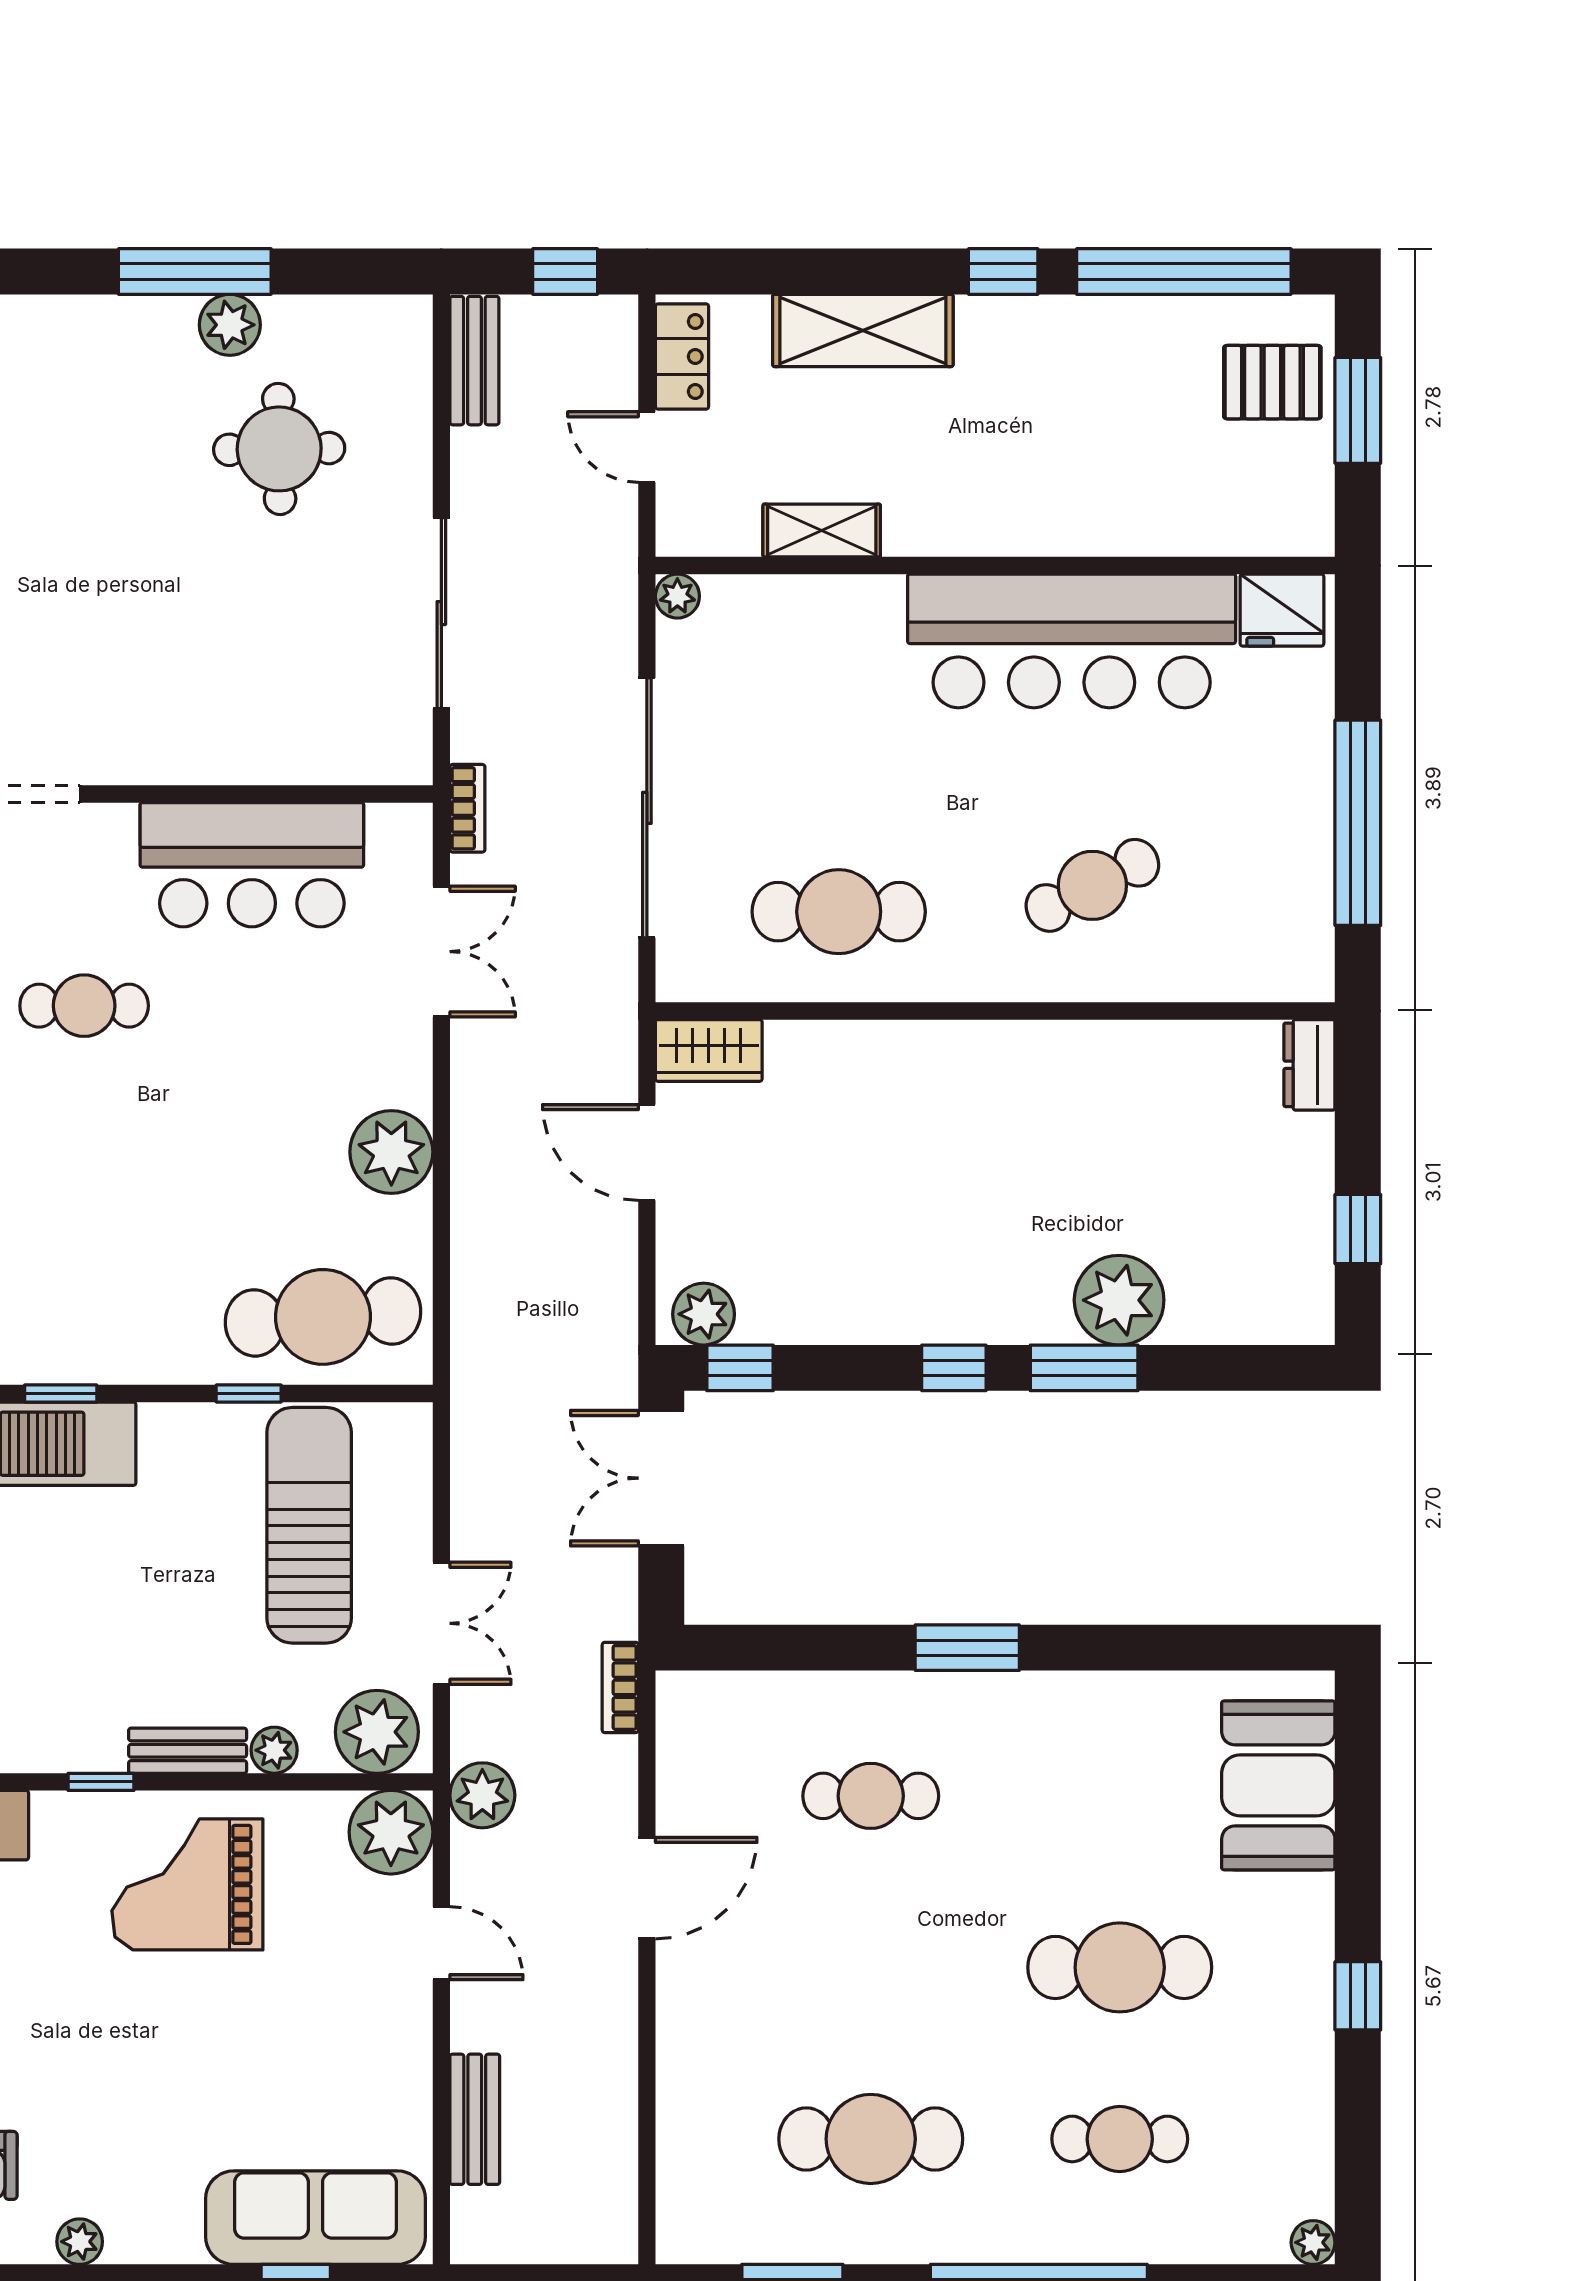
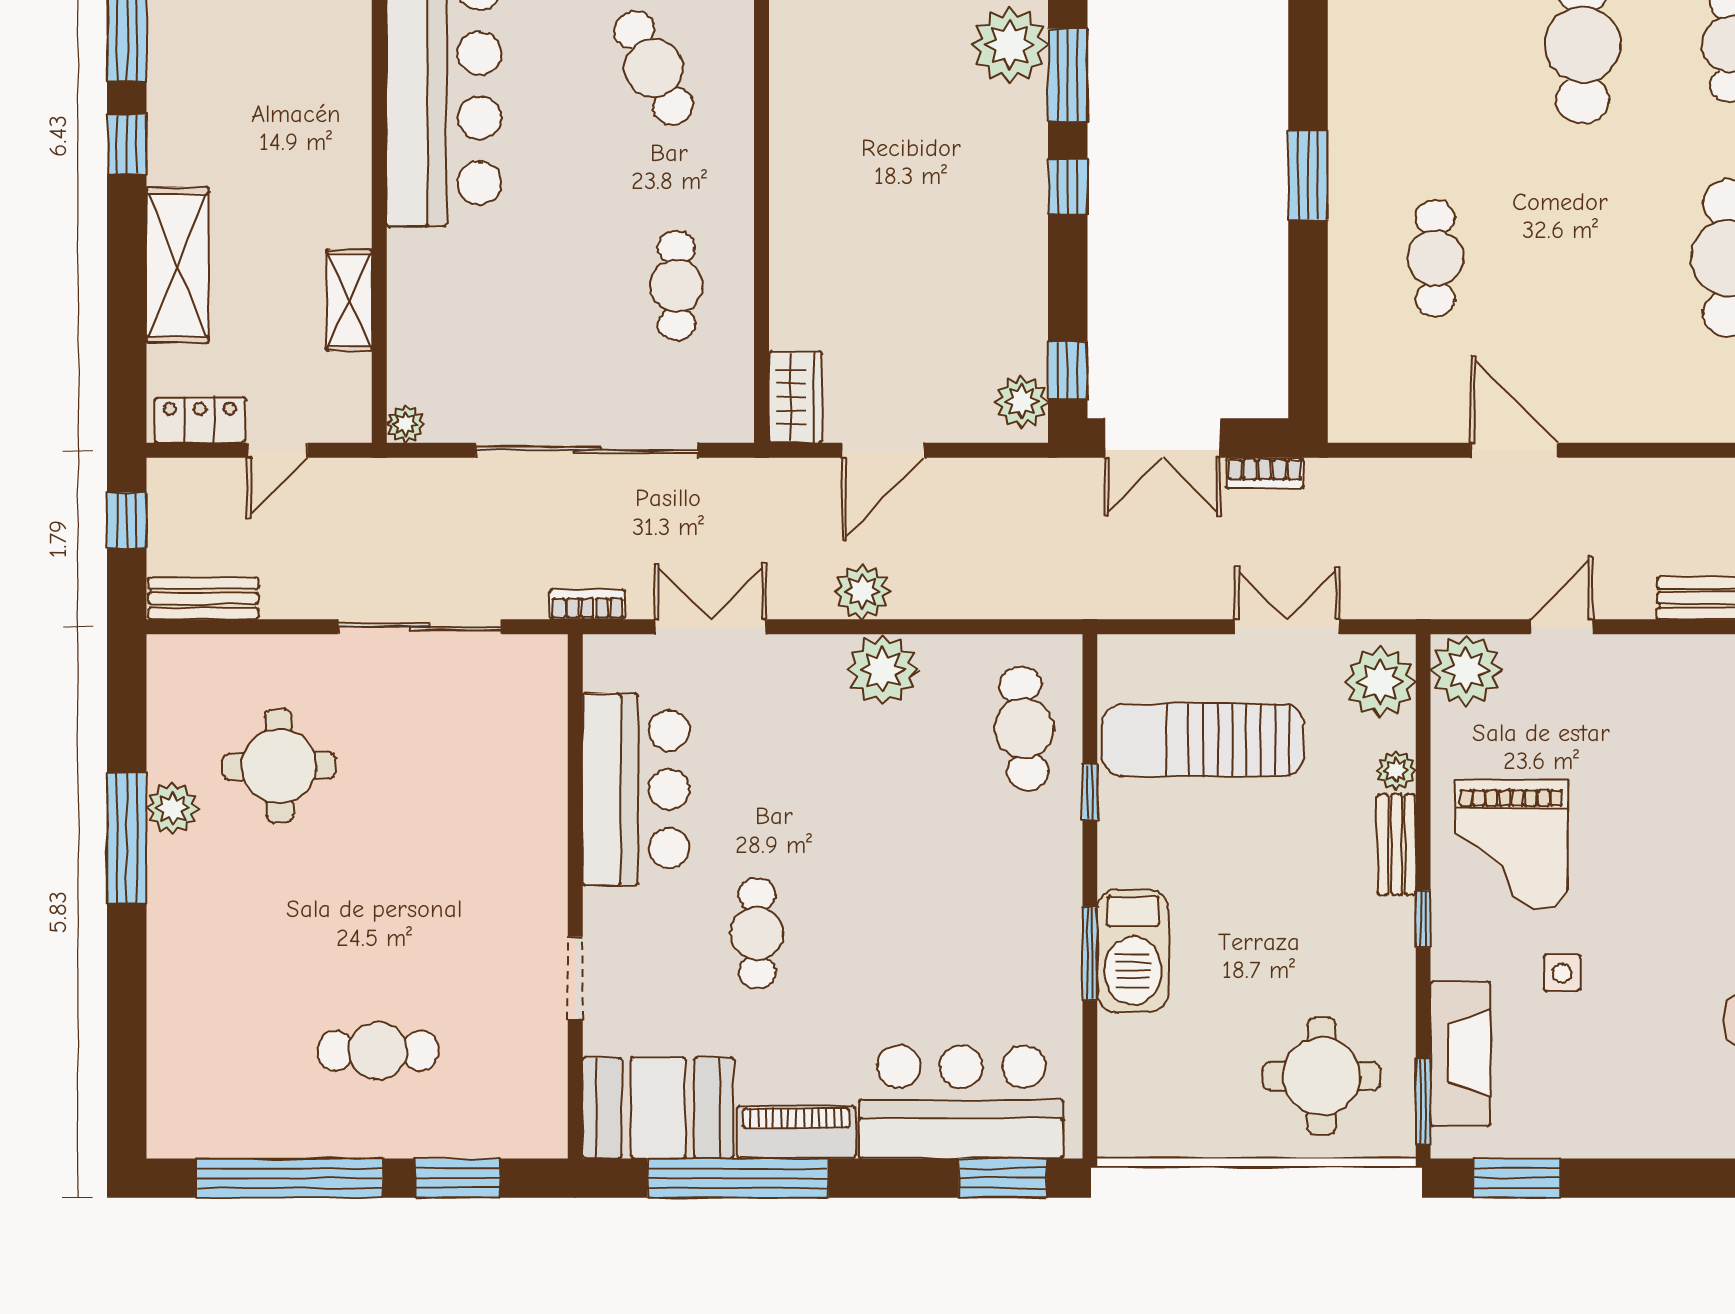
cafe table: (839, 912) -> (676, 286), width x0.73, depth x0.74
cafe table: (323, 1317) -> (1024, 728), width x0.73, depth x0.74
window: (61, 1394) -> (1090, 953), width x1.50
bookcase: (620, 1687) -> (1265, 473), moved
plant: (482, 1795) -> (862, 592), moved
side table: (38, 1944) -> (1562, 973), added

